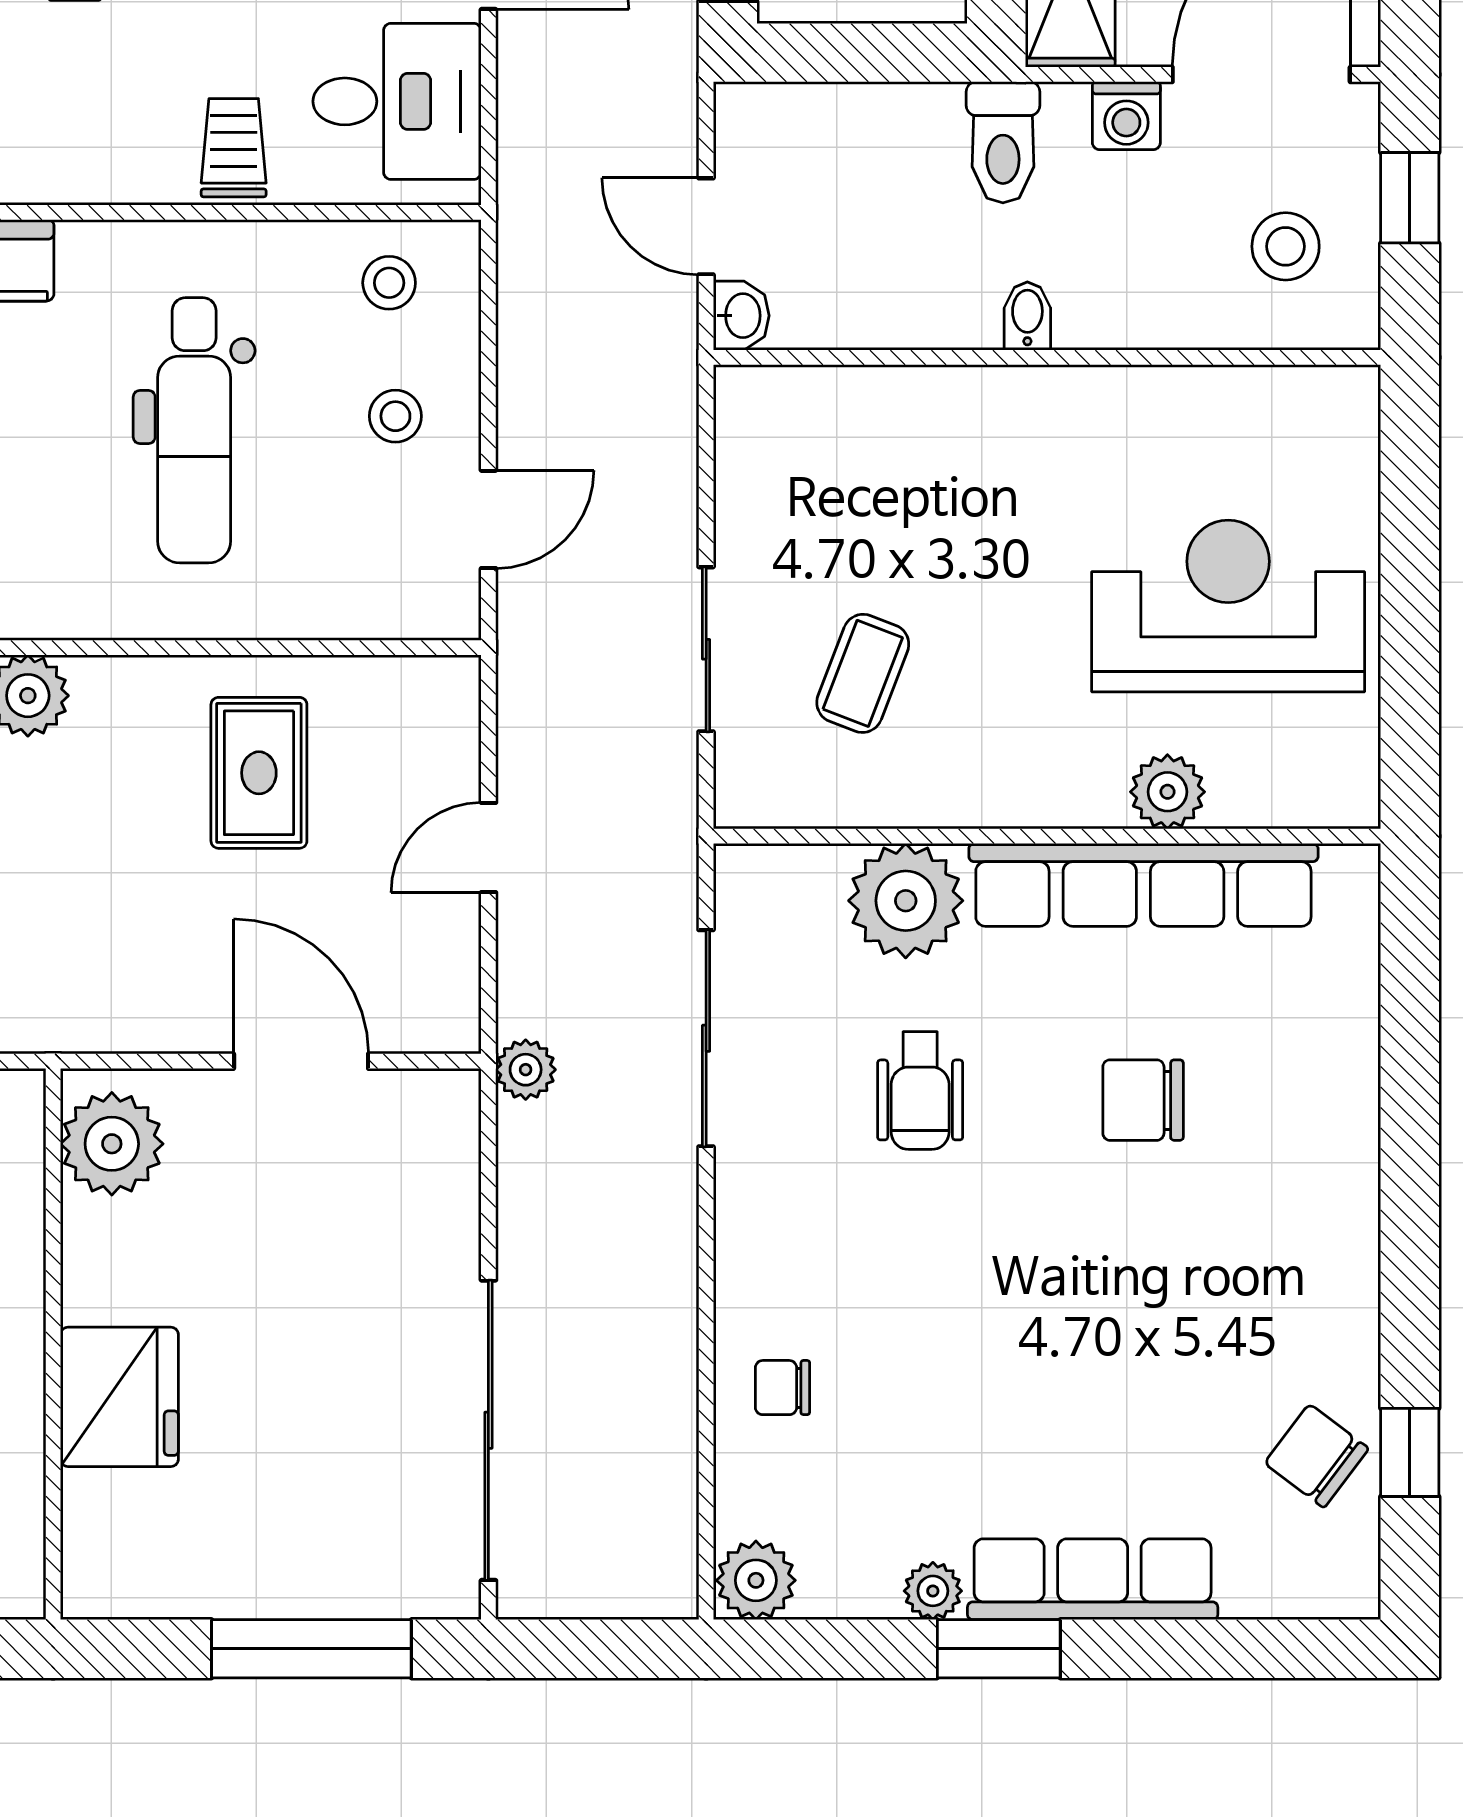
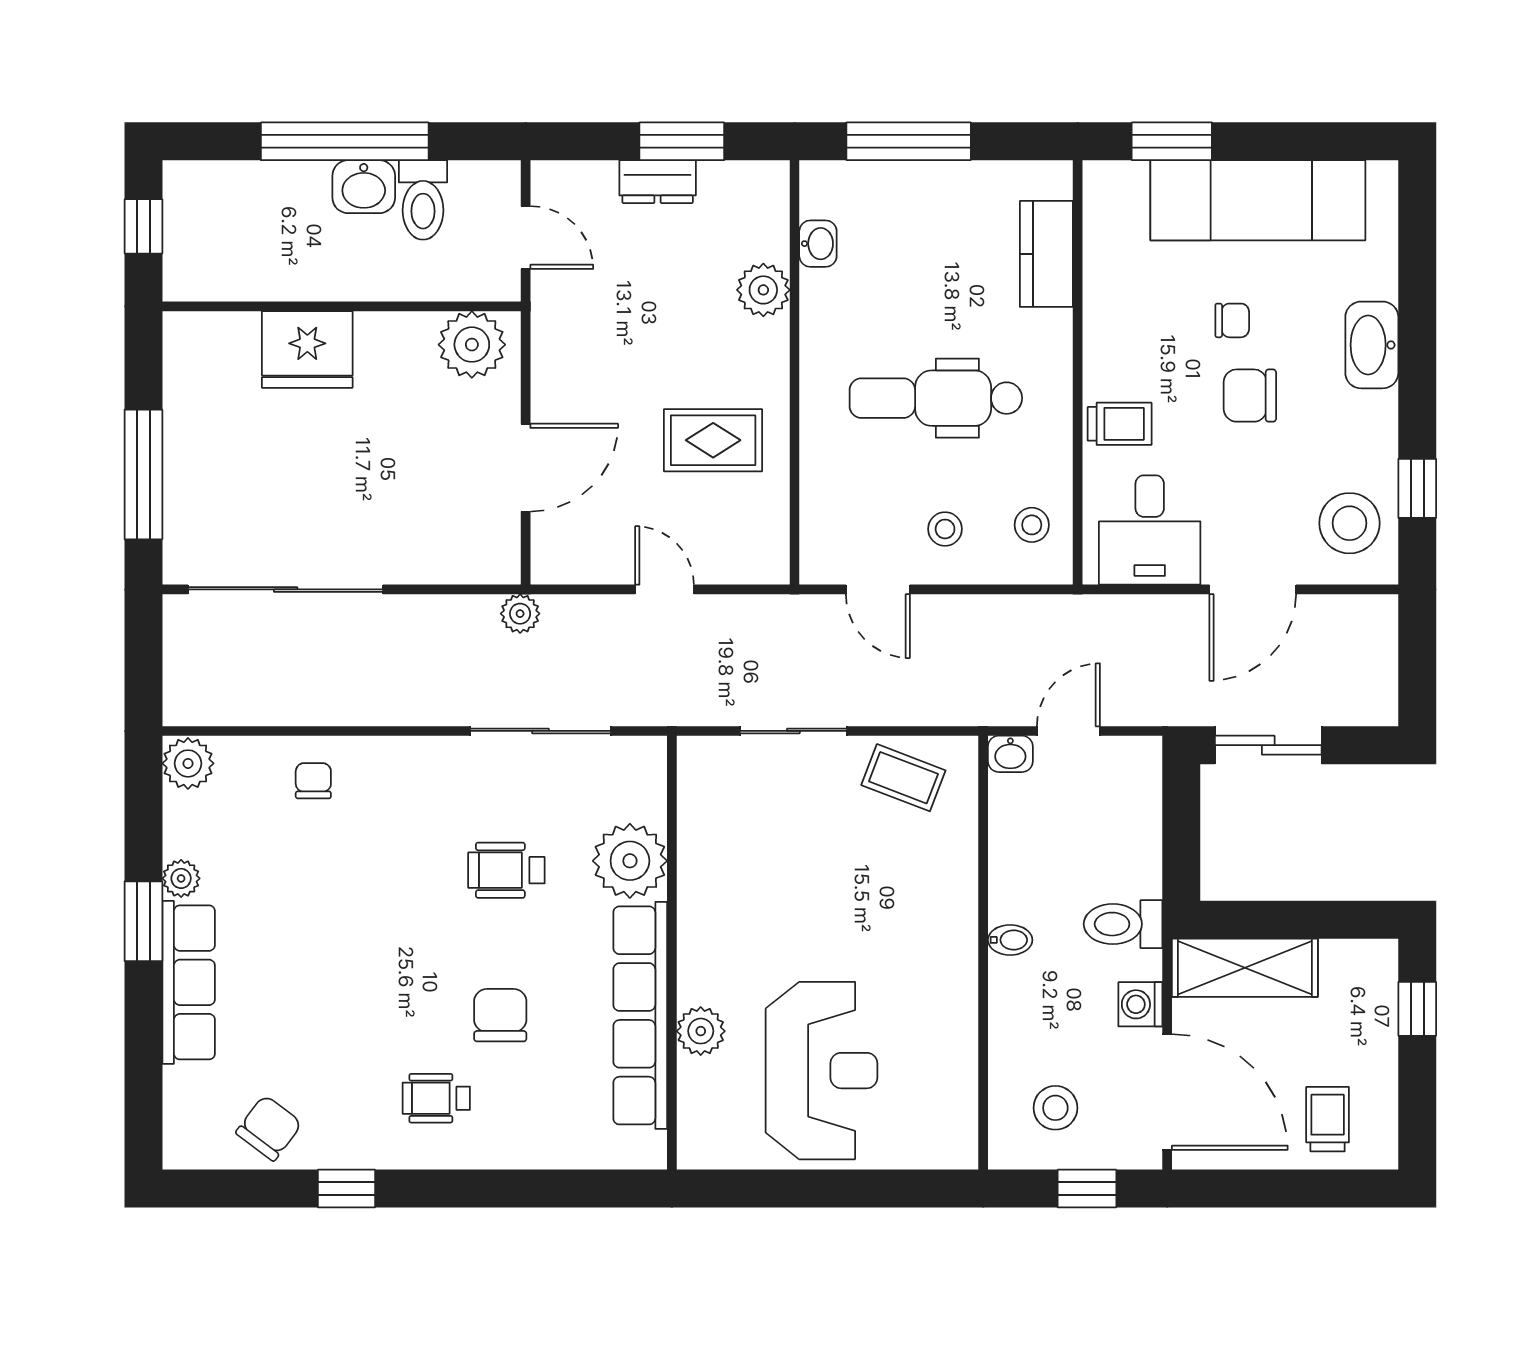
coffee table: (863, 673) -> (903, 778), moved
wheelchair: (1271, 1199) -> (436, 1098), added
window: (1410, 1452) -> (347, 1189), moved

